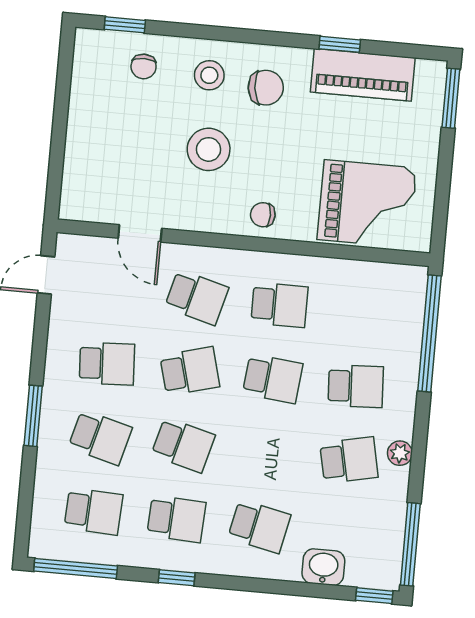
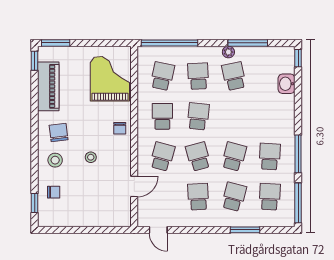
window: (340, 44) -> (35, 61), moved
stool: (209, 149) -> (91, 157), width x0.53, depth x0.53
window: (33, 416) -> (245, 230), moved
school desk: (259, 526) -> (162, 76), moved
window: (410, 544) -> (248, 43), moved
window: (177, 578) -> (298, 154), width x2.17

